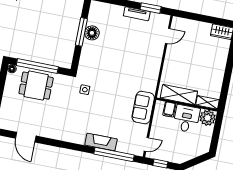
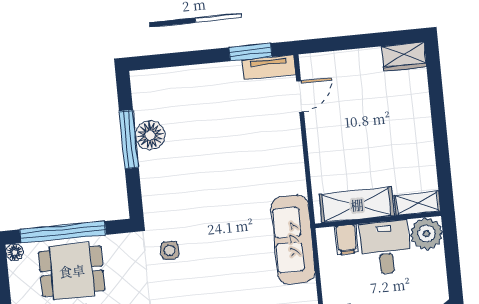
tv unit: (137, 14) -> (269, 67), moved
sofa: (143, 107) -> (293, 239), width x1.36

